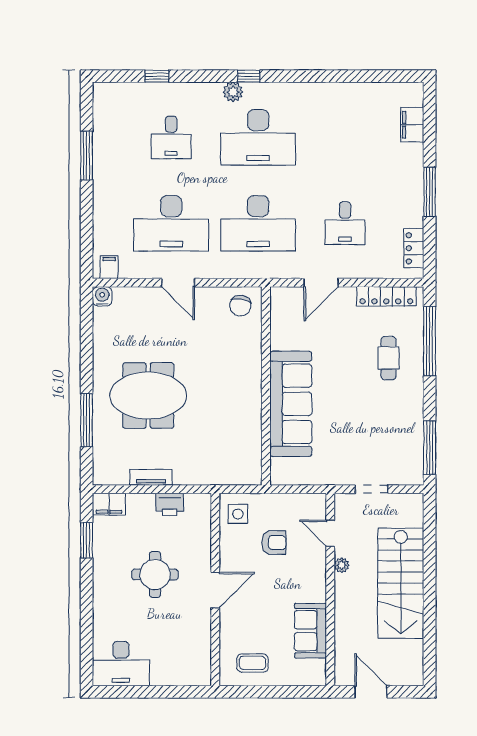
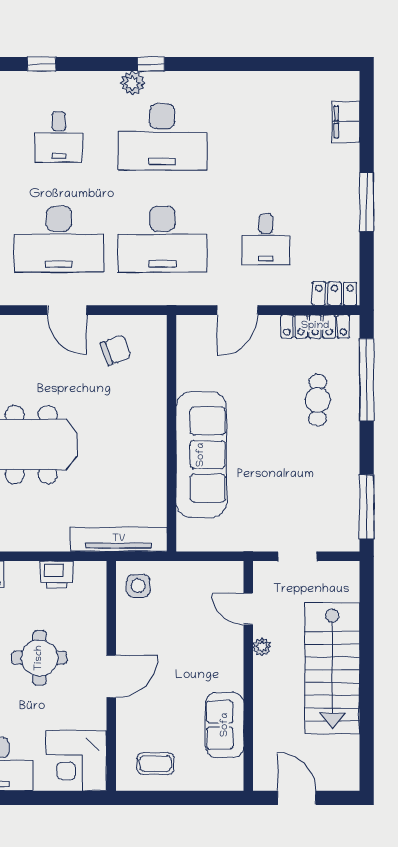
locker: (414, 248) -> (334, 294), moved, turned 90
chair: (240, 306) -> (116, 350), moved, turned -120
tv unit: (151, 477) -> (119, 539), moved, width x1.92, depth x1.29
armchair: (274, 543) -> (181, 620), removed
corner desk: (186, 661) -> (76, 761), added

